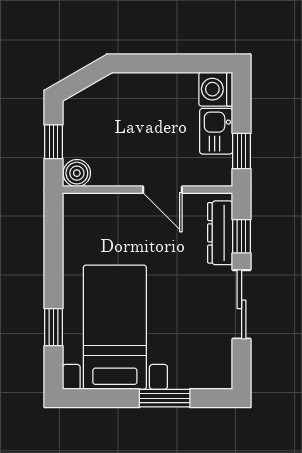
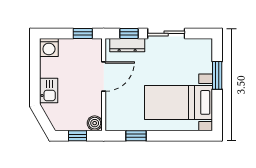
kitchen sink: (216, 131) -> (49, 91), moved, turned -90
door: (163, 190) -> (104, 76), width x1.38
window: (54, 327) -> (136, 136), moved

